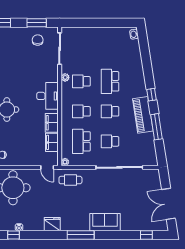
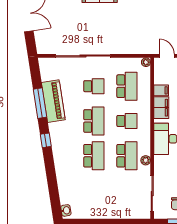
school desk: (81, 81) -> (127, 156), width x1.85
school desk: (110, 111) -> (94, 121), width x1.85
piano: (143, 115) -> (53, 101), moved
filing cabinet: (52, 142) -> (161, 90), width x0.50
cafe table: (70, 180) -> (140, 41), removed

